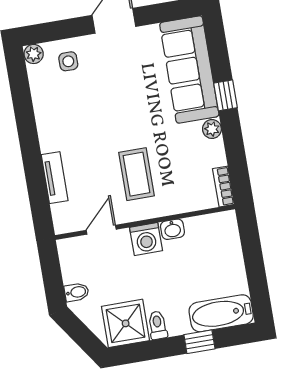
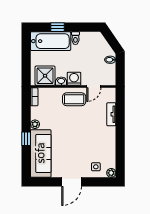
coffee table: (136, 174) -> (74, 99), moved, turned 90
bathtub: (221, 313) -> (51, 41), width x1.36, depth x1.36
shower: (126, 323) -> (45, 76), moved

